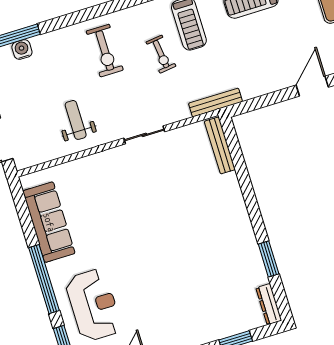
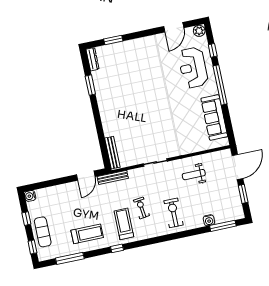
water cooler: (22, 49) -> (209, 220), moved
door: (312, 86) -> (86, 176), moved
weight bench: (76, 120) -> (194, 175), turned 90

